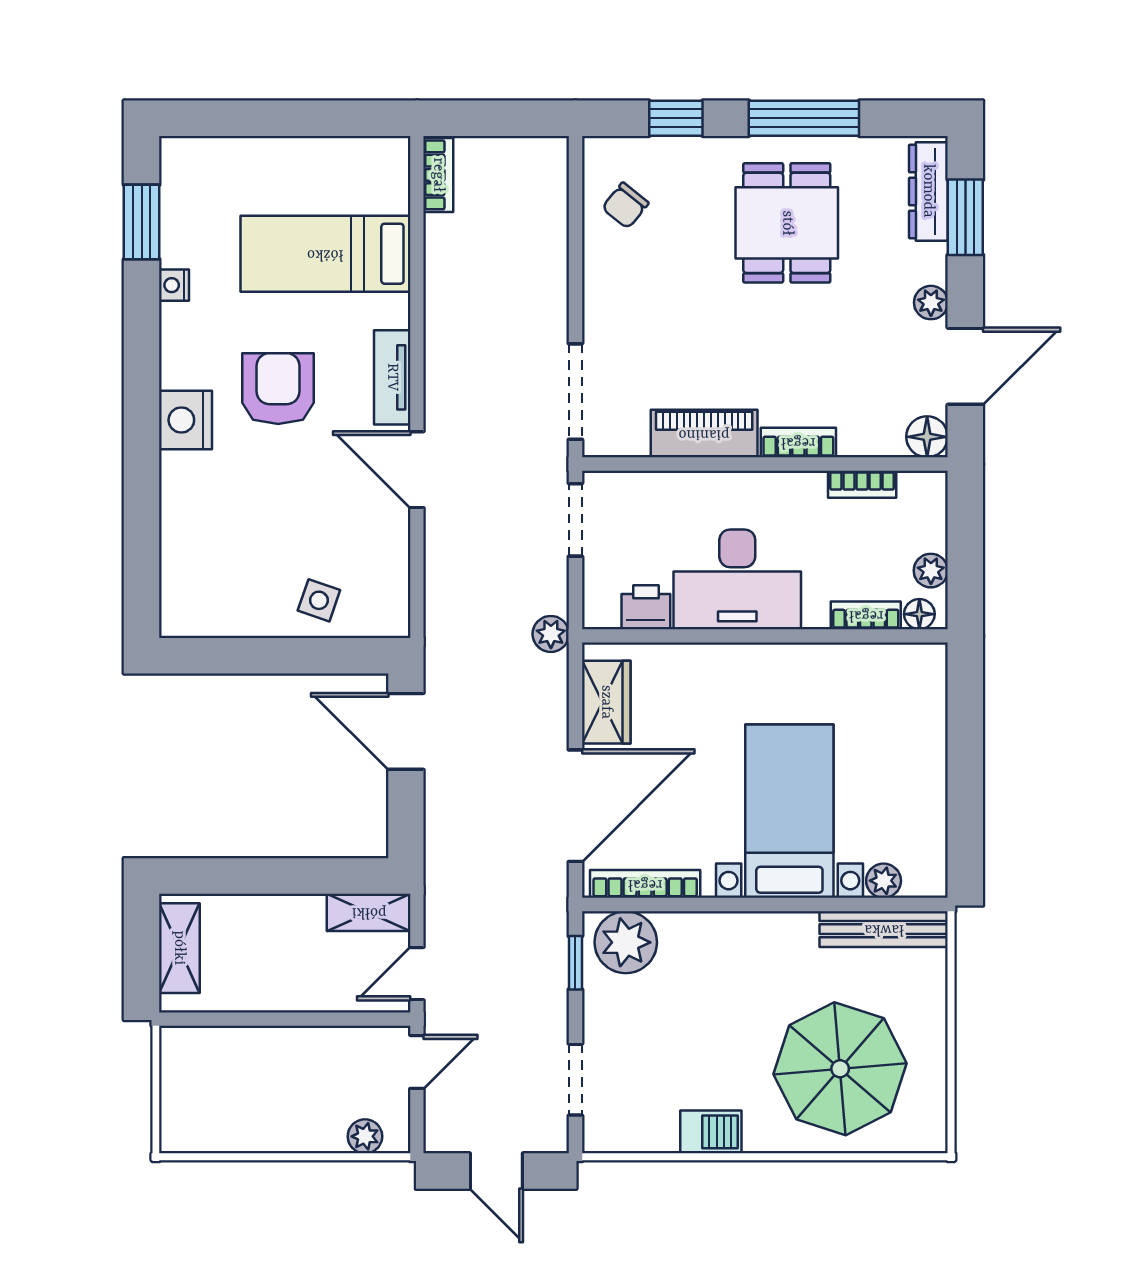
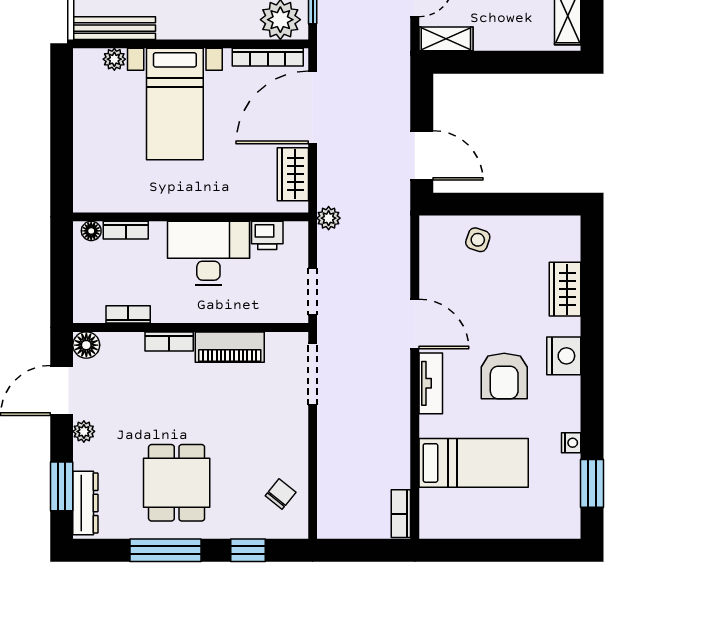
wardrobe: (184, 524) -> (565, 289), added
plant: (931, 571) -> (84, 259), removed

